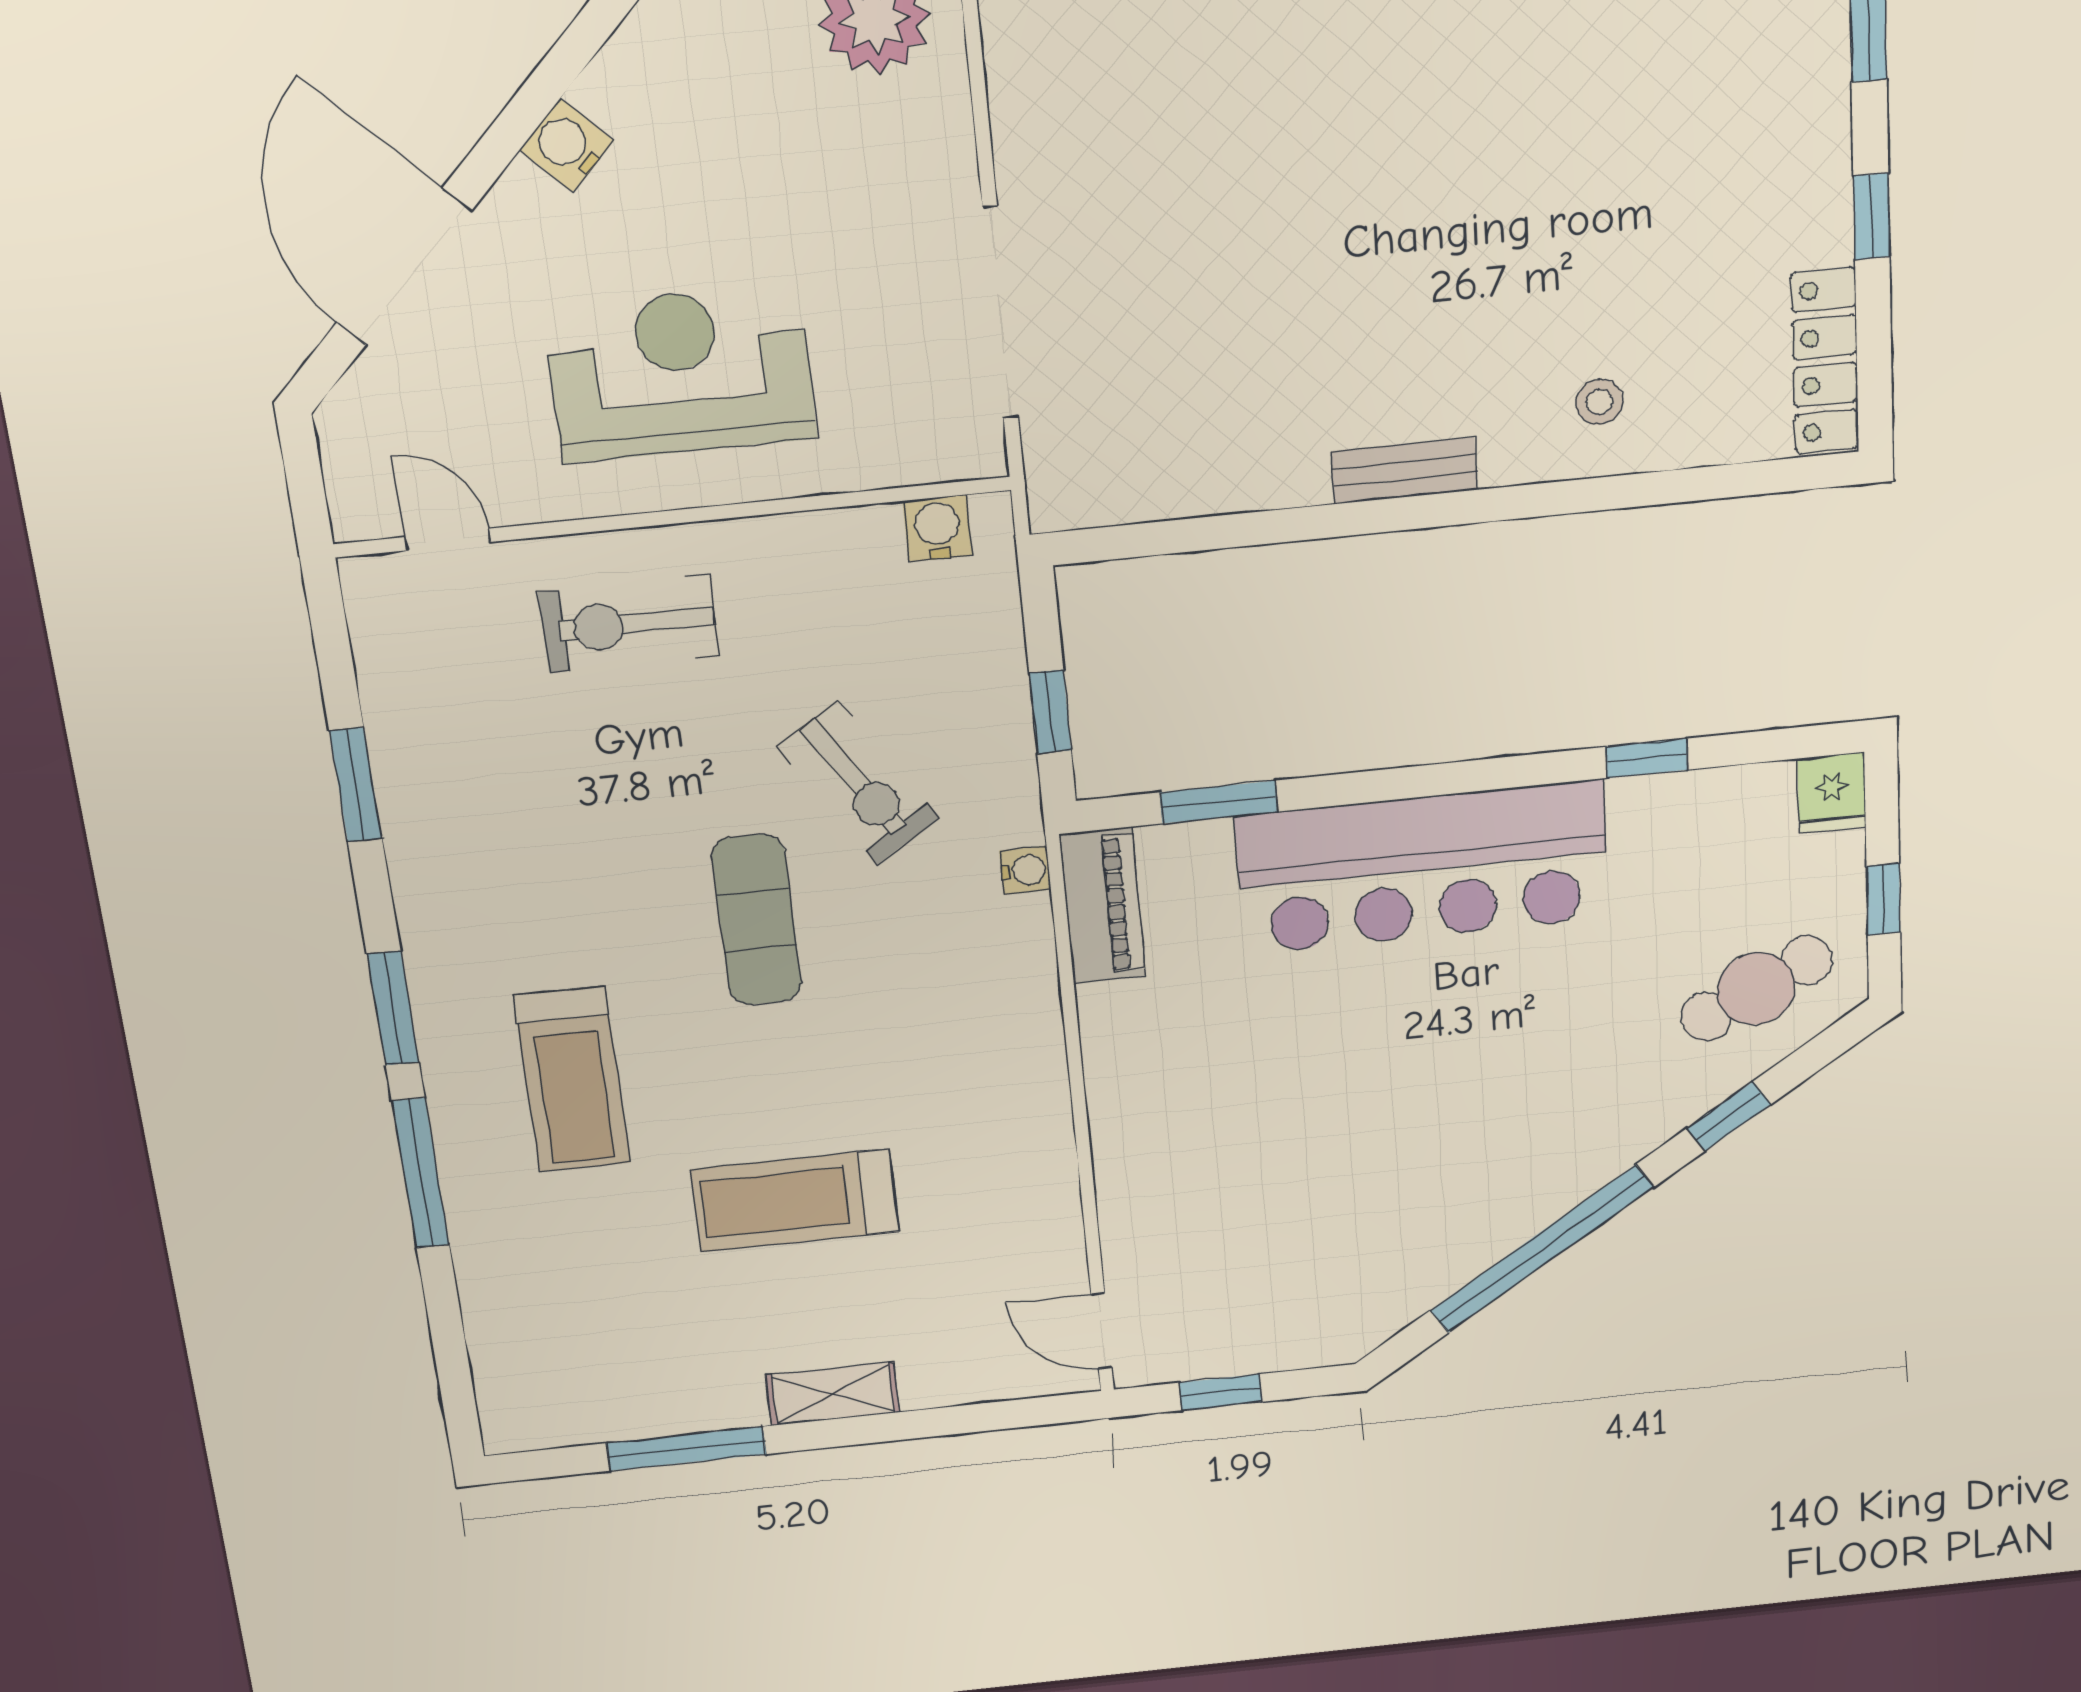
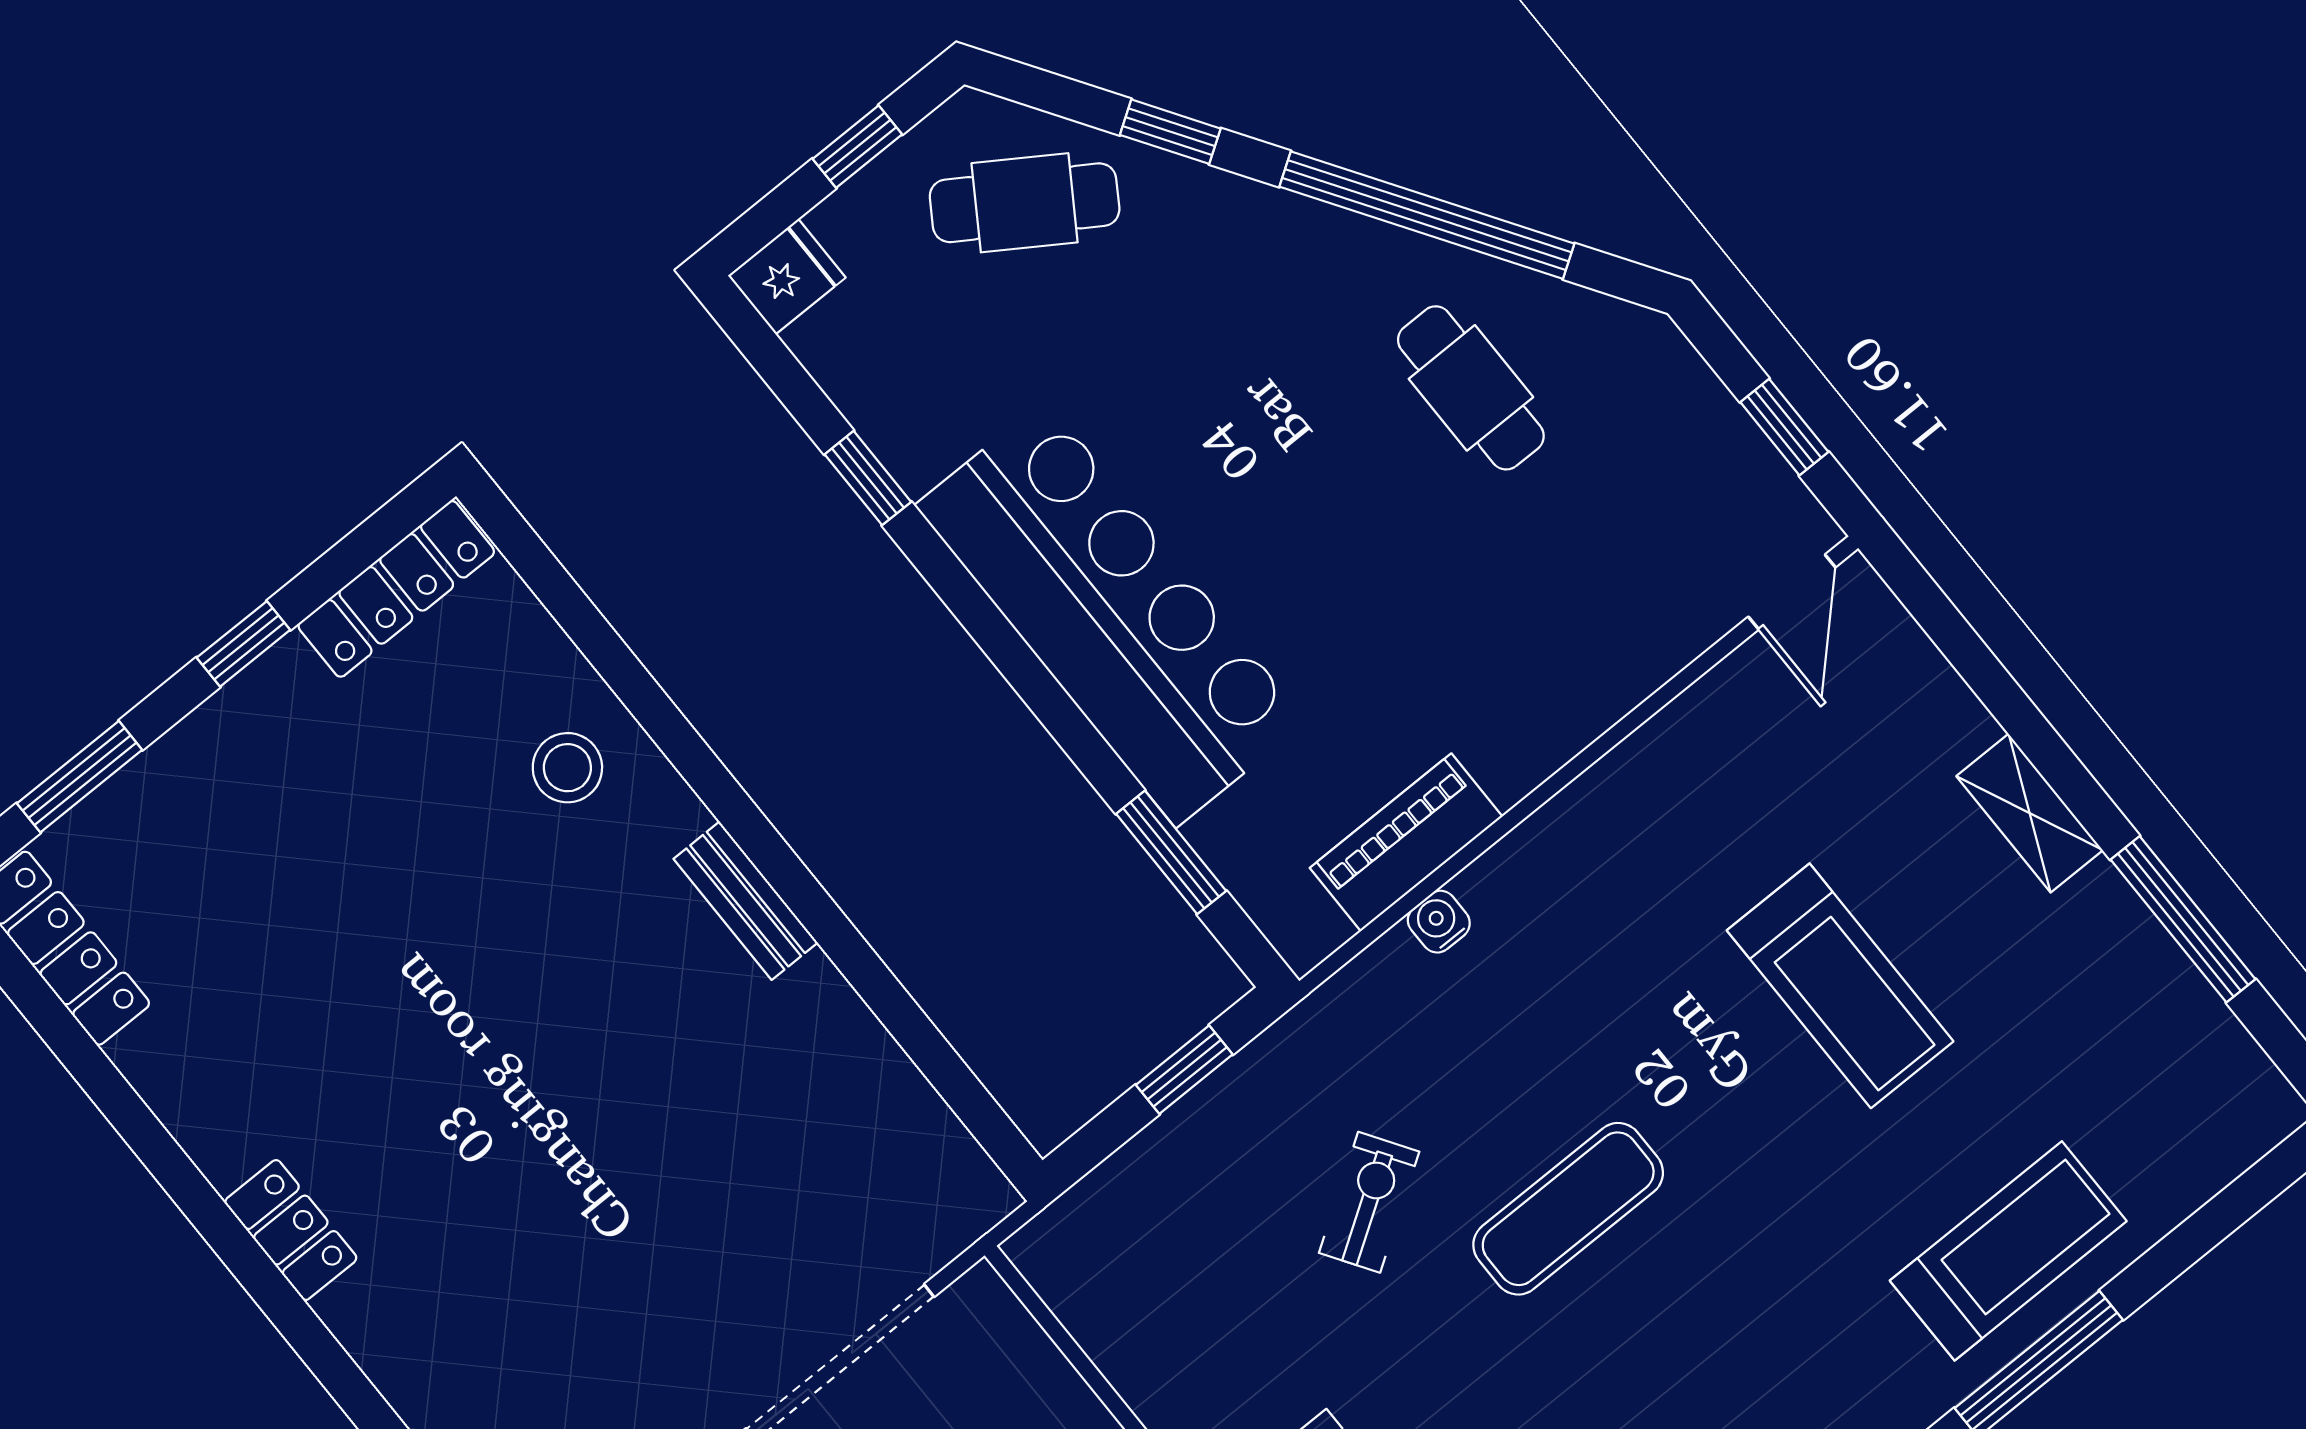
stool: (1599, 402) -> (567, 768), width x1.37, depth x1.37
water cooler: (938, 528) -> (1076, 1289), removed
exercise bike: (858, 783) -> (1369, 1202), width x0.73, depth x0.72
water cooler: (1025, 870) -> (1439, 922), moved
piano: (1102, 906) -> (1406, 842), moved
cafe table: (1756, 989) -> (1025, 203), turned -31
treadmill: (572, 1080) -> (2008, 1251), moved
cafe table: (1400, 1207) -> (1471, 388), added

